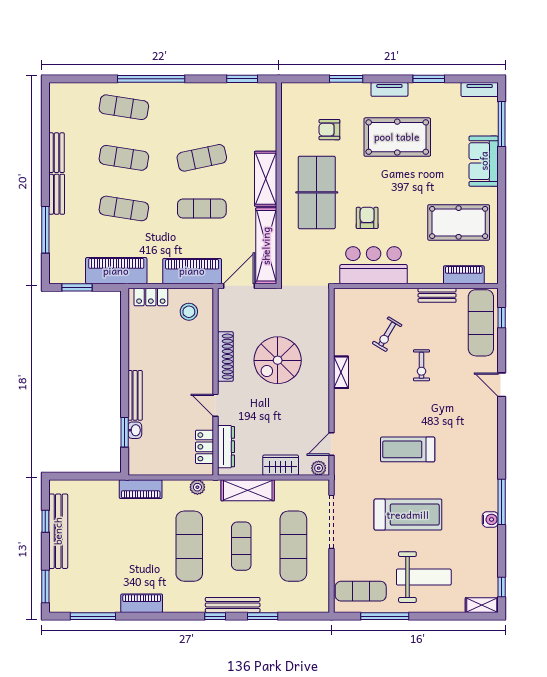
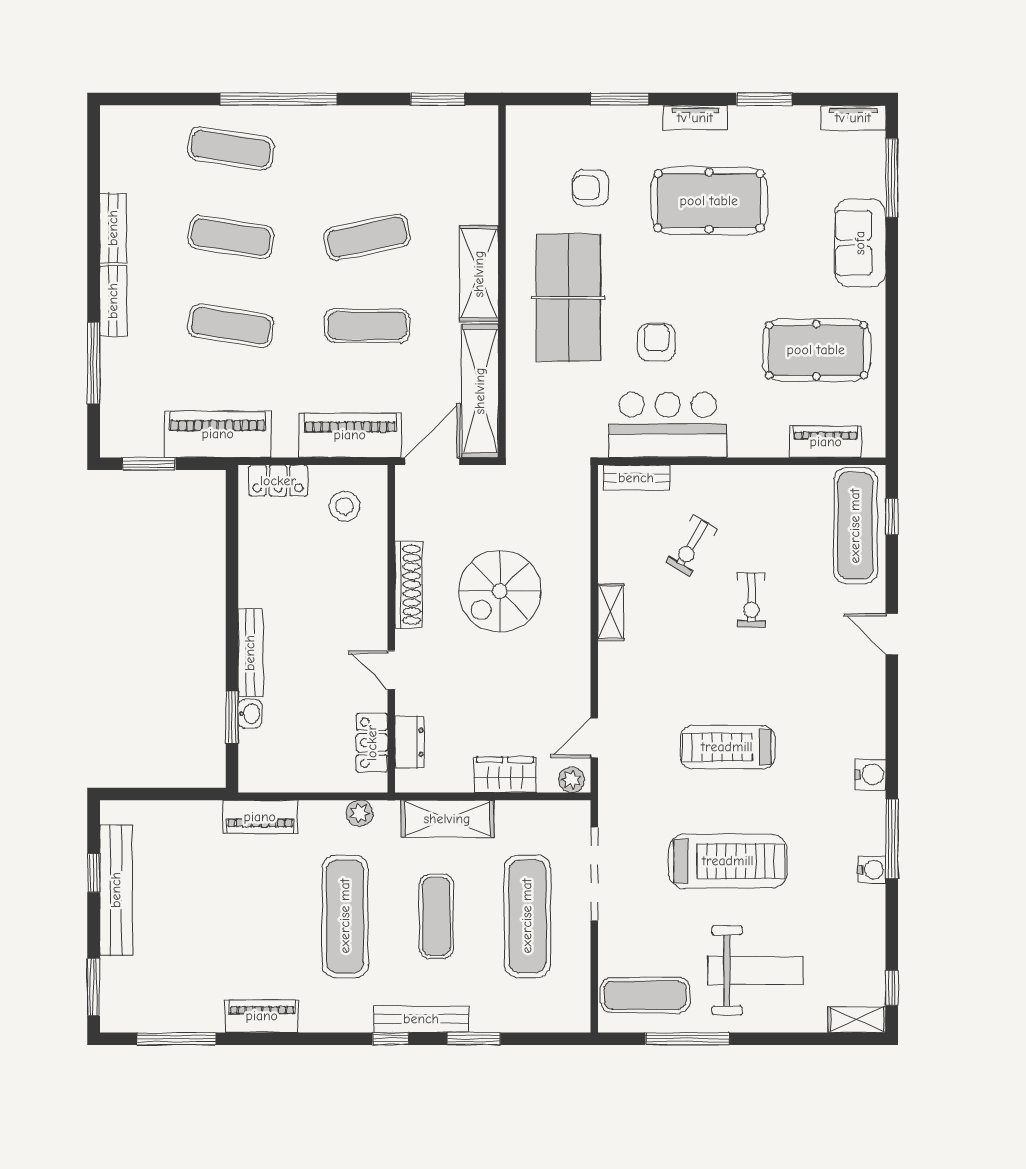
bench: (437, 295) -> (636, 478), moved
dresser: (226, 447) -> (410, 742), width x0.70
water cooler: (489, 465) -> (870, 775), added

